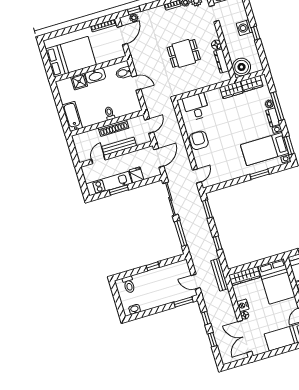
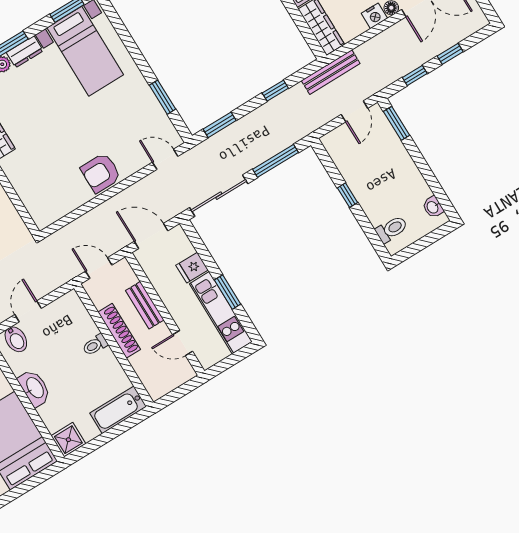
shower: (79, 82) -> (68, 440), moved
desk: (196, 107) -> (42, 193), removed
bench: (119, 146) -> (145, 305), width x0.73
window: (259, 174) -> (163, 97), moved

